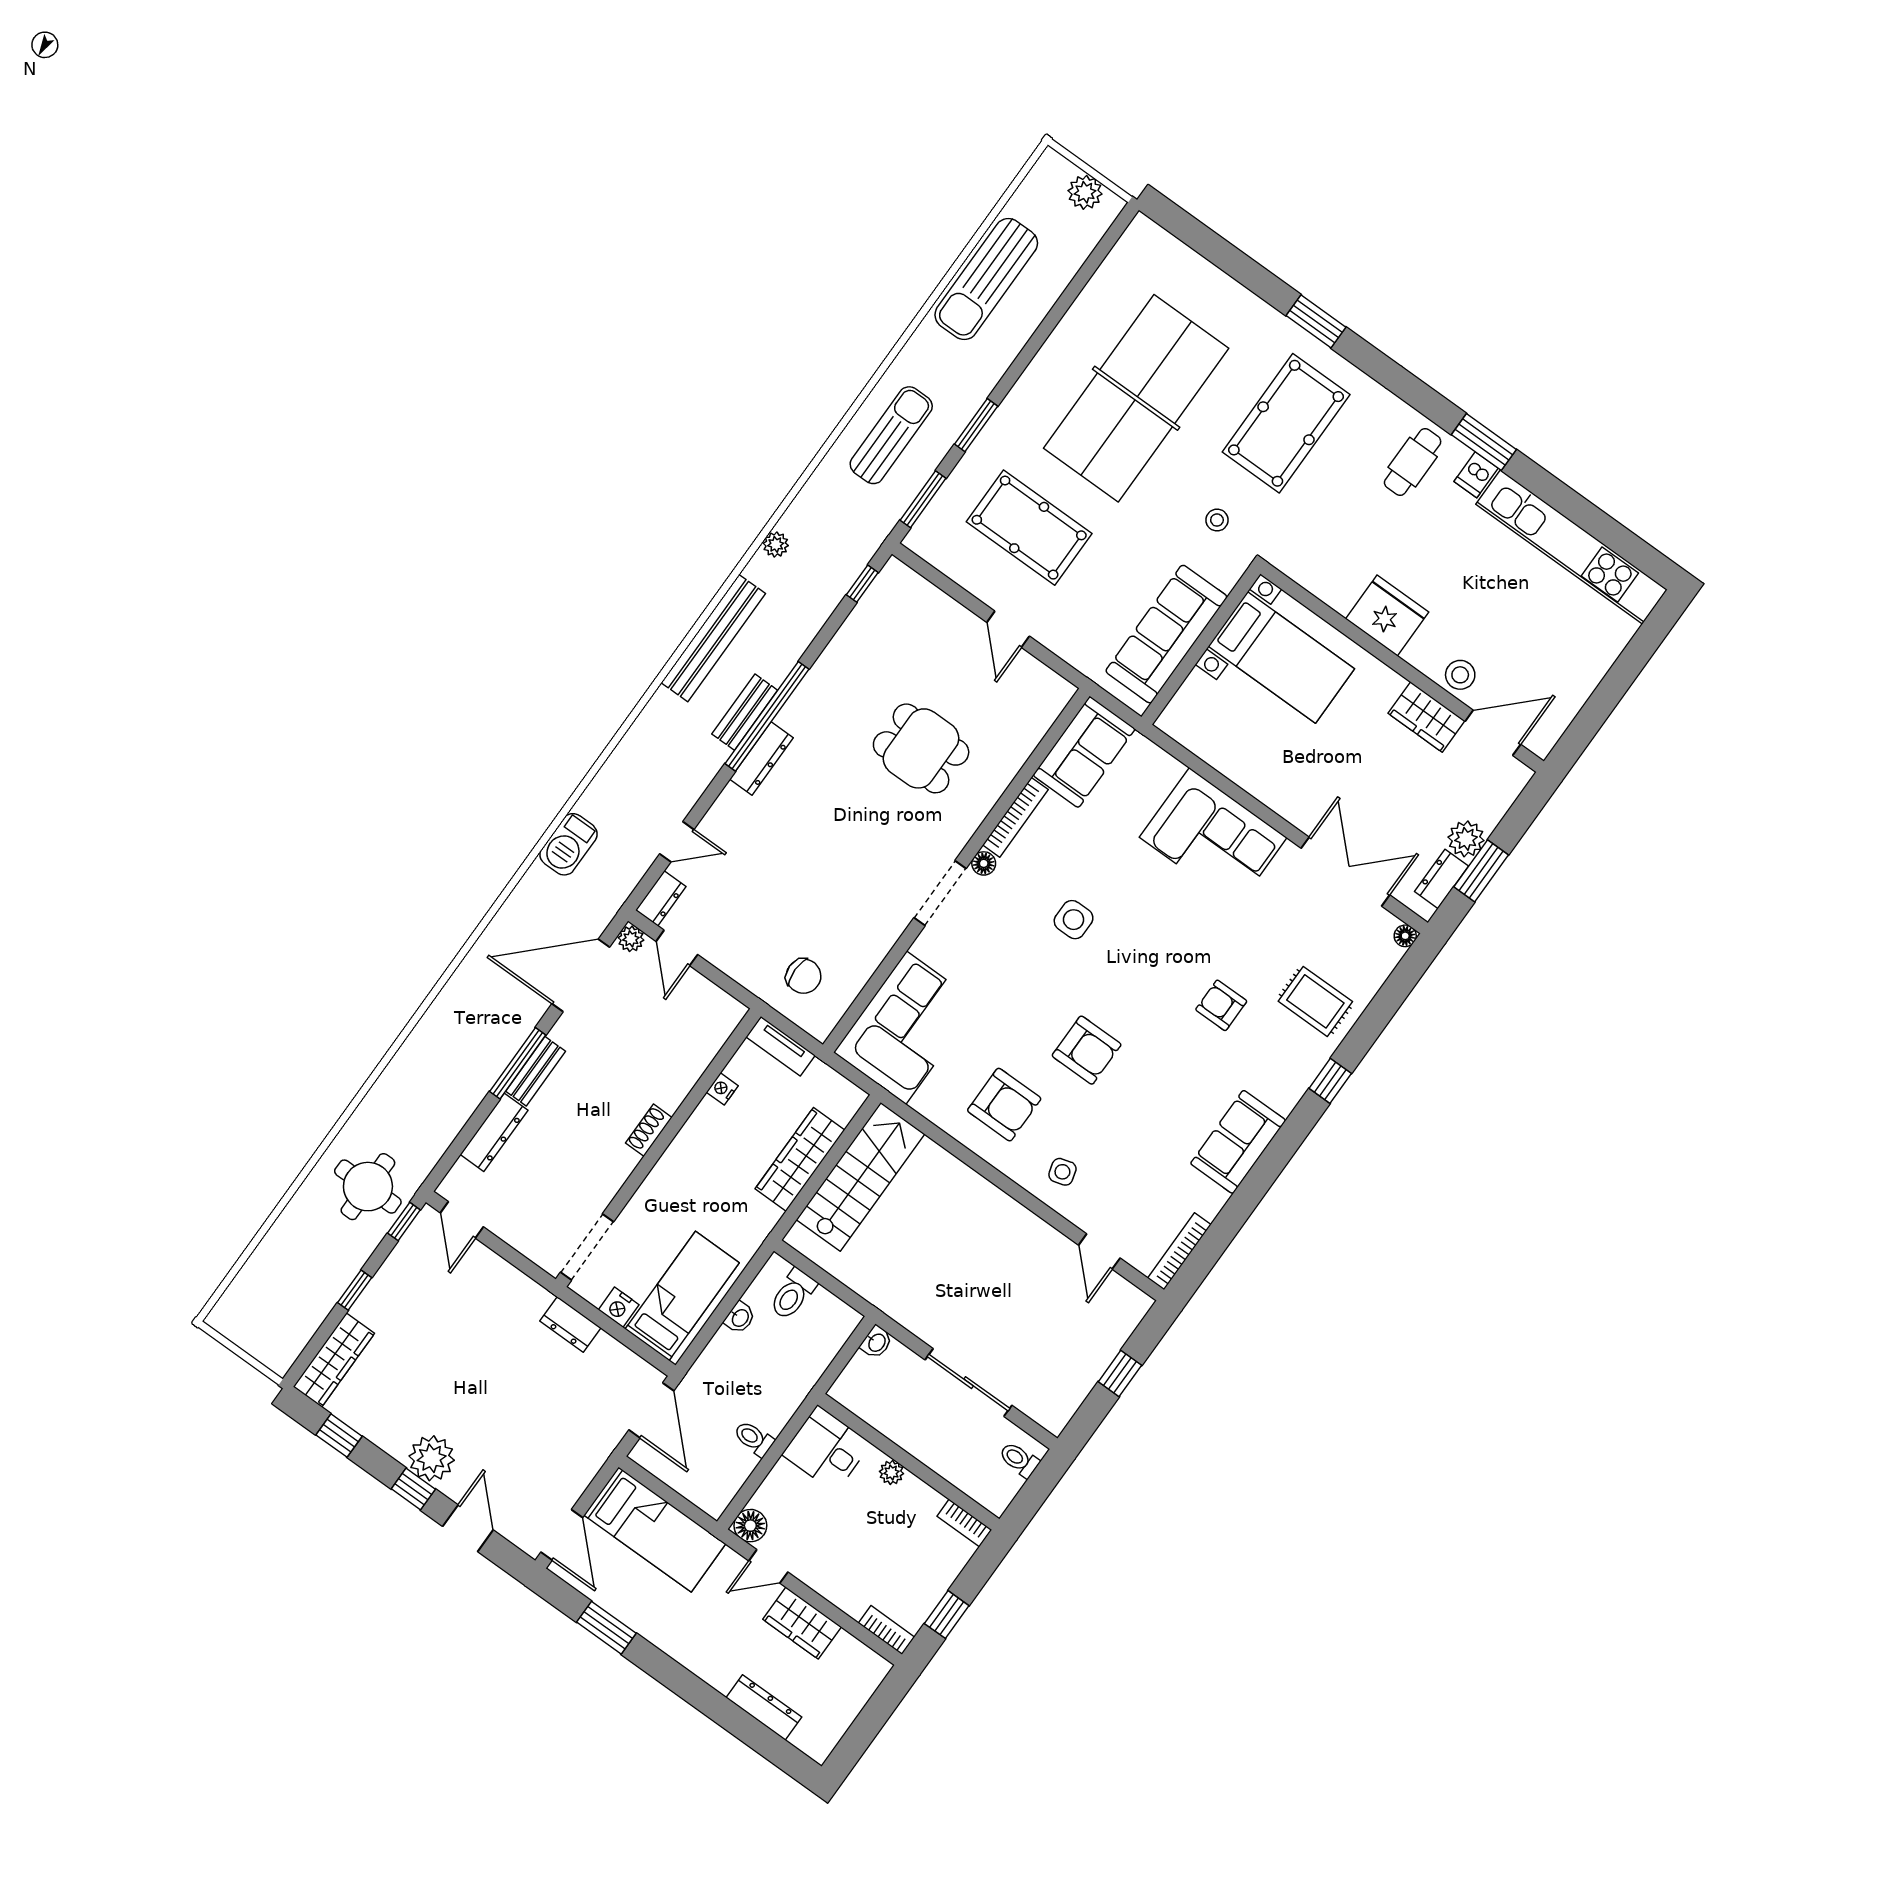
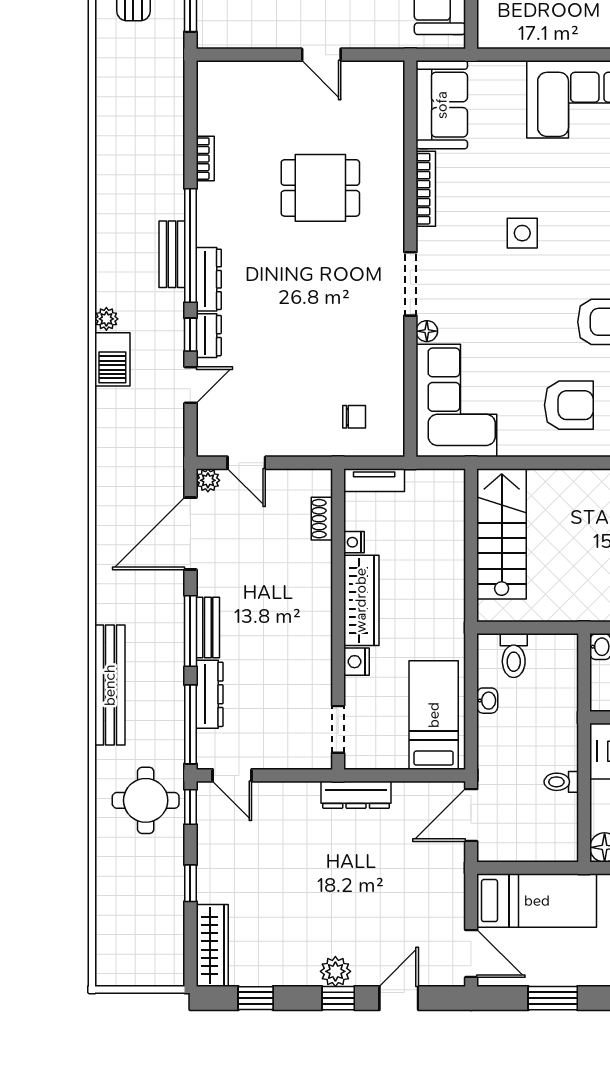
plant: (776, 544) -> (106, 319), moved
window: (862, 584) -> (190, 335), moved
bench: (713, 638) -> (110, 685), moved
bookcase: (836, 648) -> (205, 159), added
barbecue: (569, 844) -> (112, 359), moved
floor lamp: (984, 863) -> (427, 331), moved
dresser: (661, 898) -> (209, 336), moved
chair: (804, 976) -> (354, 417), width x0.73, depth x0.73
shoe rack: (649, 1130) -> (322, 519), moved
window: (457, 1147) -> (190, 724), added
wardrobe: (800, 1159) -> (361, 600), moved, turned 180
doorway: (587, 1247) -> (338, 729), width x0.73
nightstand: (619, 1307) -> (357, 662), moved, turned 90
dresser: (570, 1324) -> (356, 795), width x1.44
door: (651, 1410) -> (471, 815), swing flipped
plant: (432, 1458) -> (335, 971), width x0.73, depth x0.73
door: (468, 1528) -> (399, 998), hinge flipped

